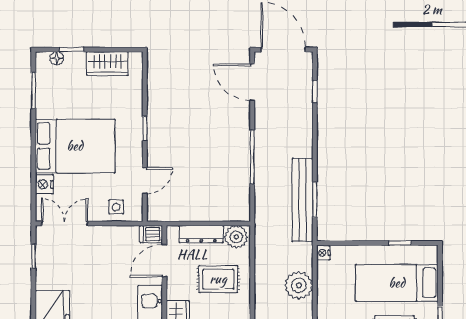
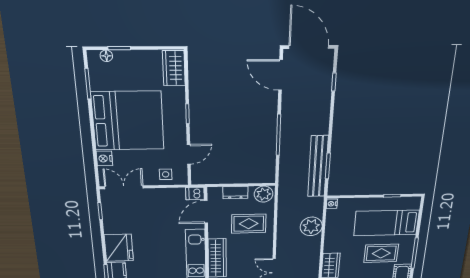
wardrobe: (107, 63) -> (174, 68), moved, turned 90
bed: (75, 146) -> (128, 121), width x1.36
dresser: (201, 234) -> (235, 193), width x0.70

